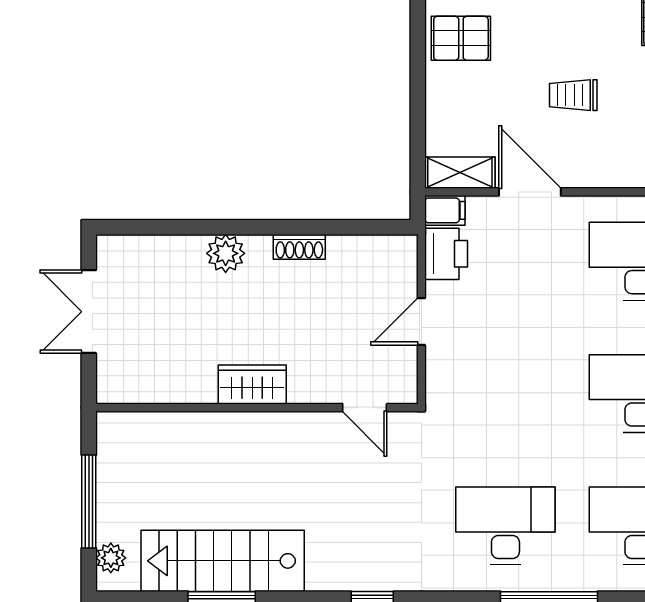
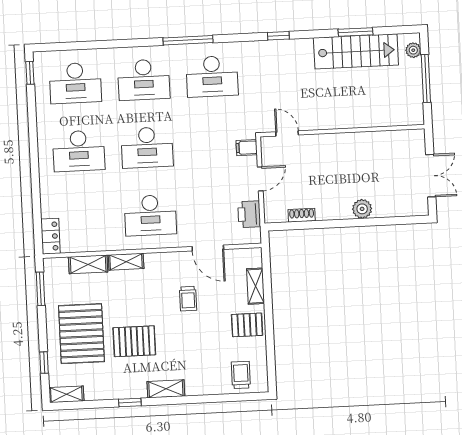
trolley: (573, 95) -> (188, 299), turned 90
shelving: (460, 173) -> (256, 286), moved, turned 90
filing cabinet: (445, 210) -> (247, 148), moved
shoe rack: (299, 247) -> (302, 215), moved
wardrobe: (252, 384) -> (345, 142), removed

